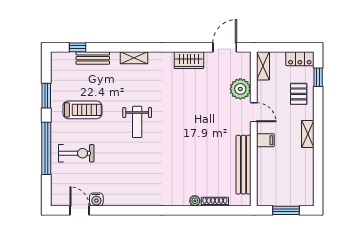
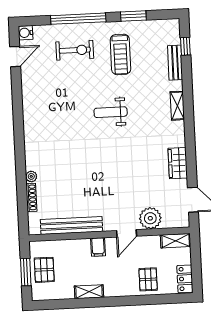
window: (318, 77) -> (167, 299), removed
pallet: (299, 94) -> (148, 279), turned 90
shelving: (308, 134) -> (89, 292), moved
exercise bike: (76, 153) -> (75, 50), turned -90
pallet: (285, 193) -> (44, 270), added
water cooler: (96, 199) -> (26, 33), moved

